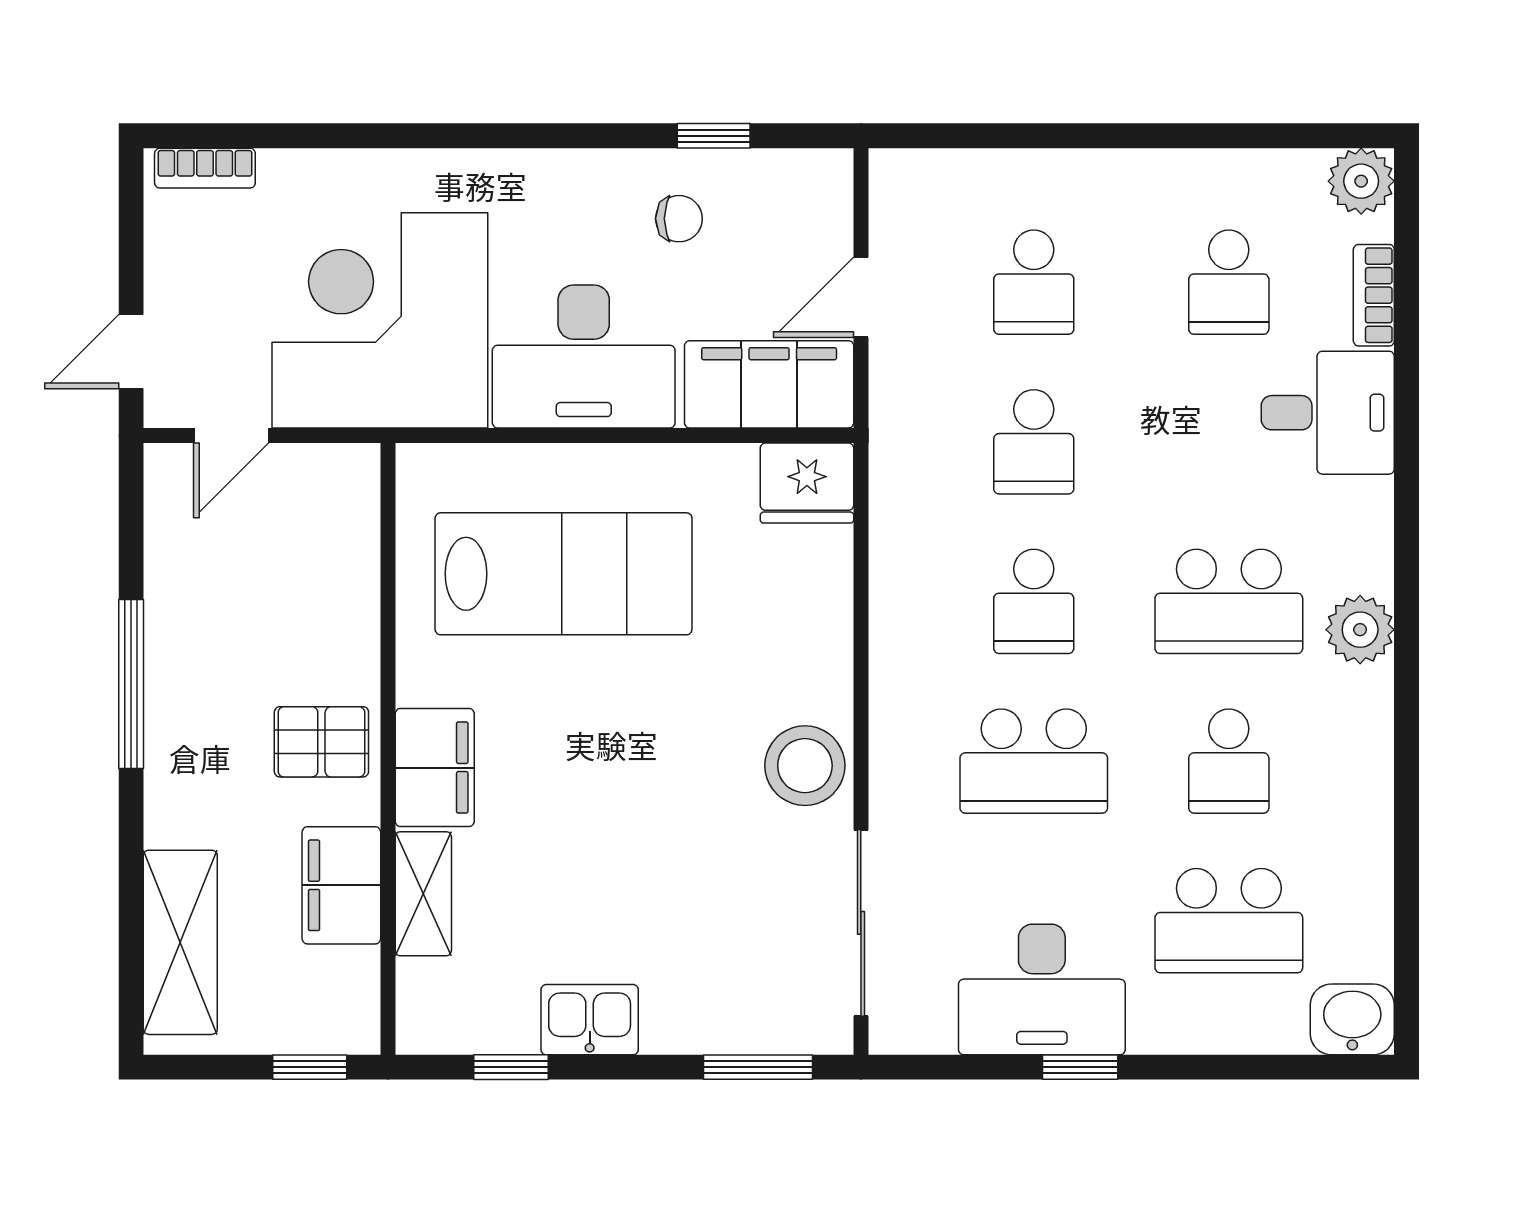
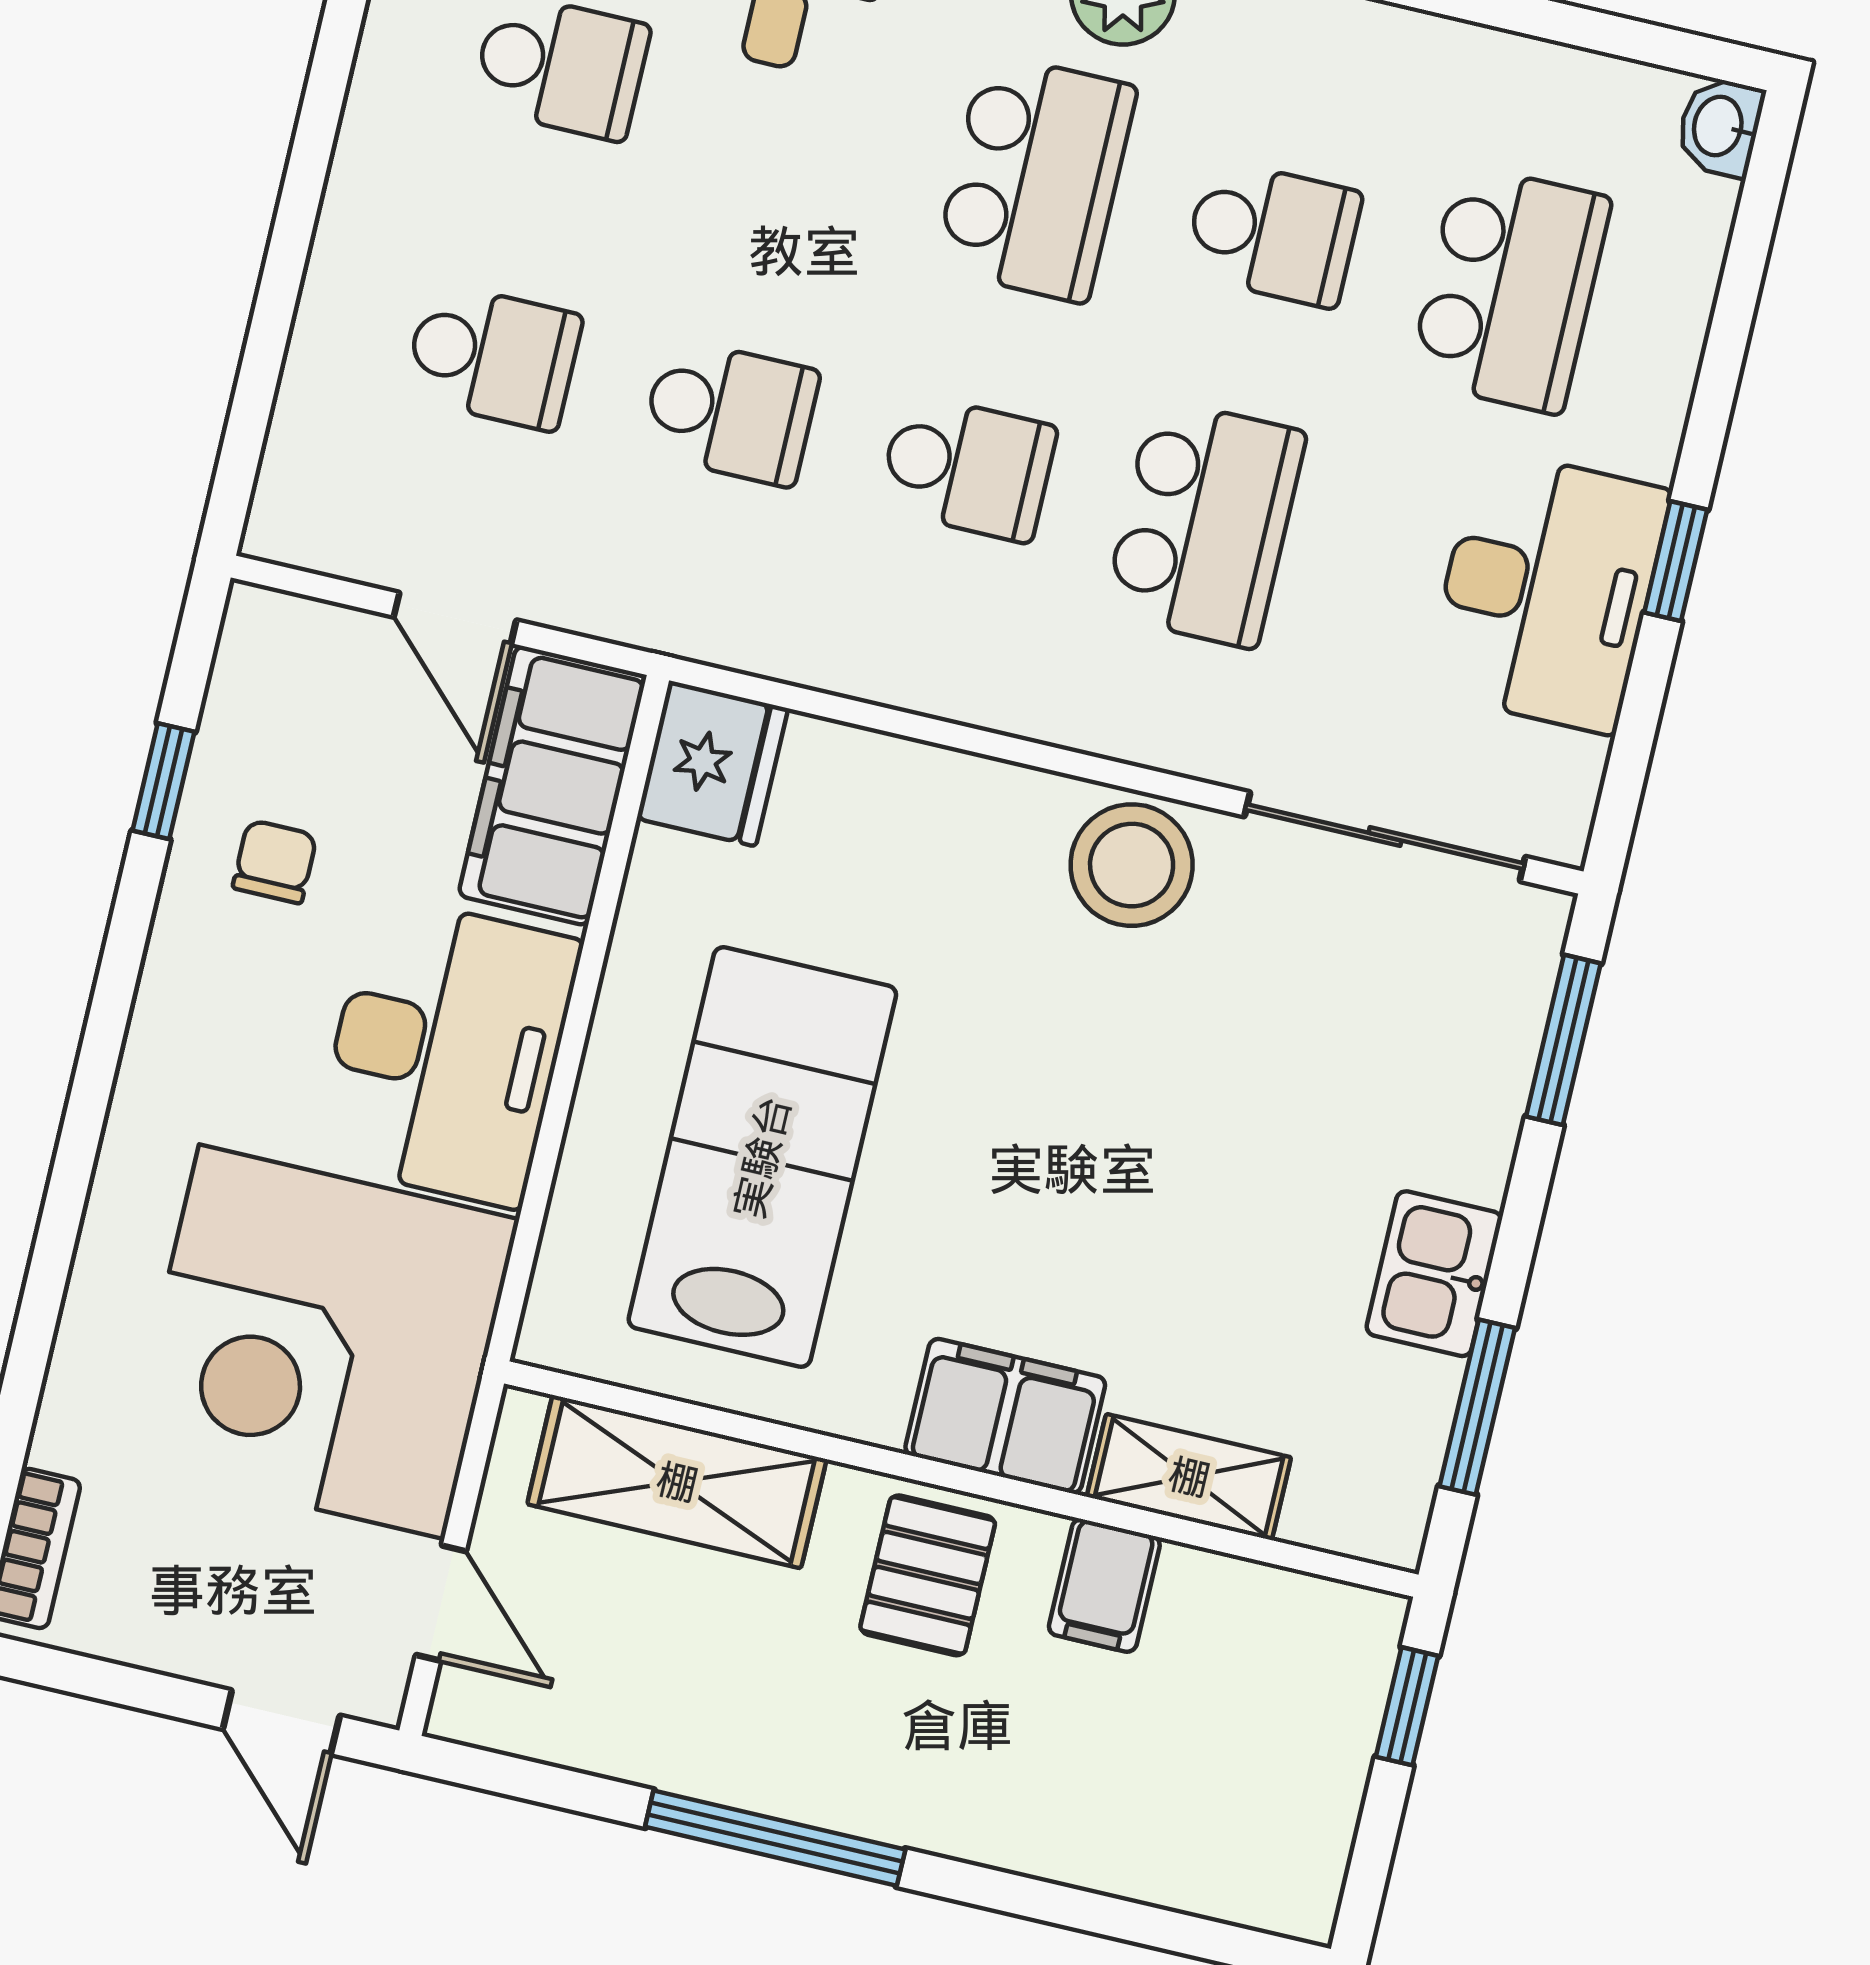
filing cabinet: (341, 885) -> (1104, 1586), width x0.50
shelving: (180, 942) -> (677, 1482), moved
washbasin: (1352, 1019) -> (1720, 126), width x0.72, depth x0.69
window: (511, 1067) -> (1477, 1407), width x1.50

